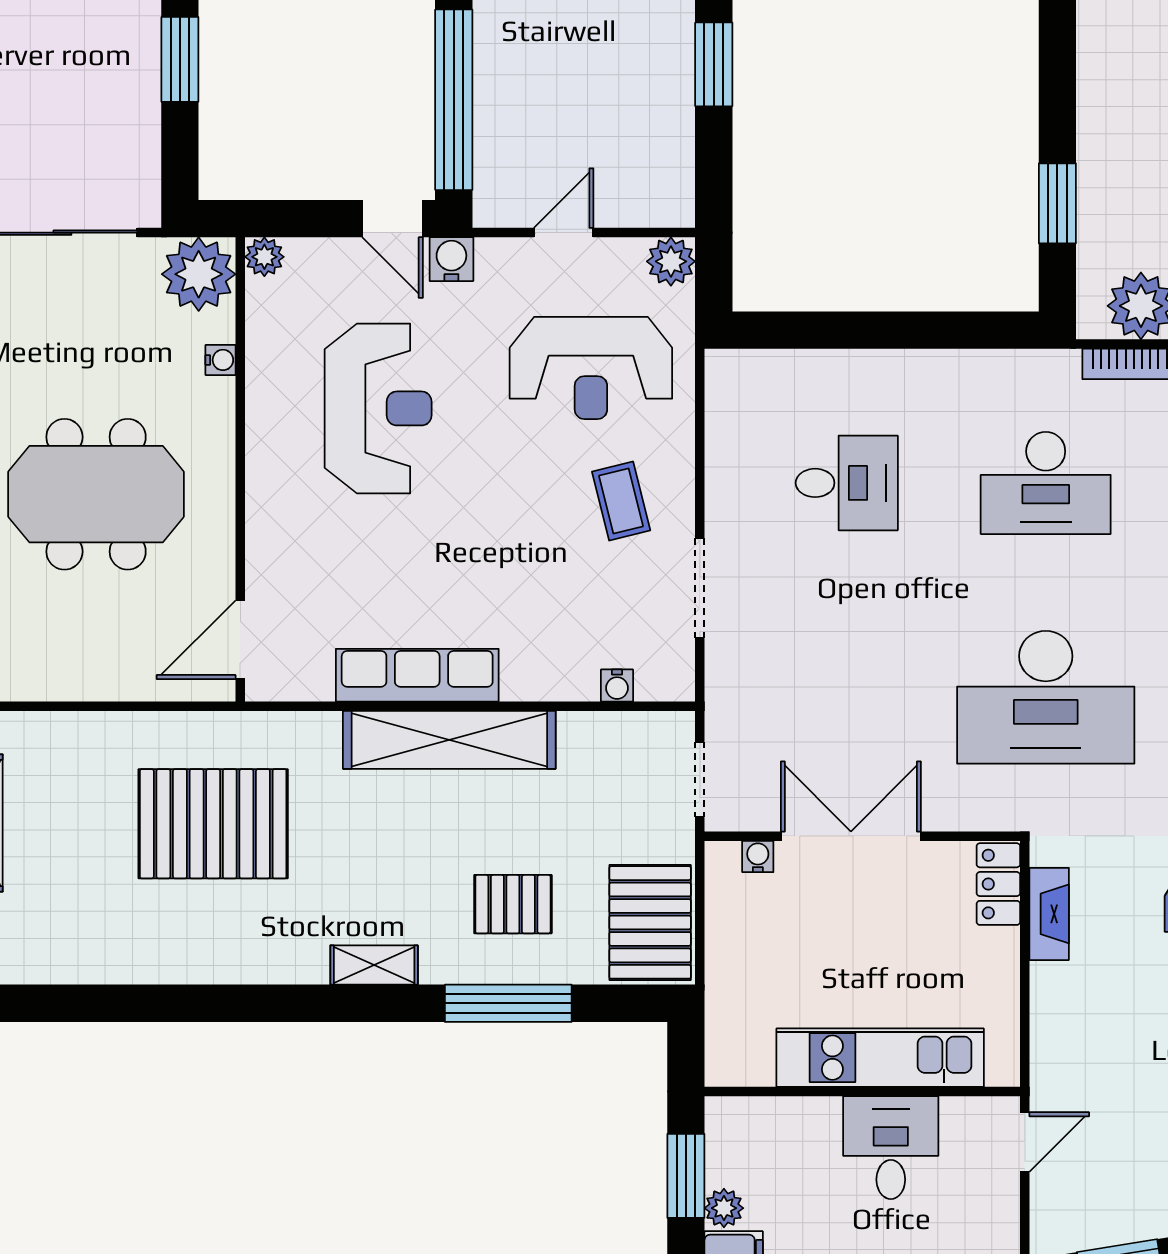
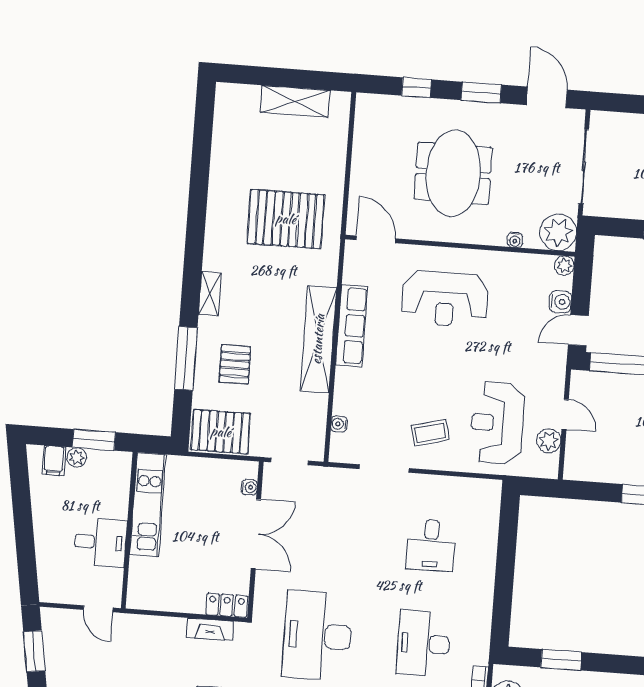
water cooler: (451, 259) -> (560, 302), moved
plant: (671, 261) -> (549, 441), moved
reception desk: (378, 408) -> (445, 299), moved
pallet: (213, 824) -> (286, 219), turned 90
kitchen unit: (880, 1058) -> (148, 505), moved

